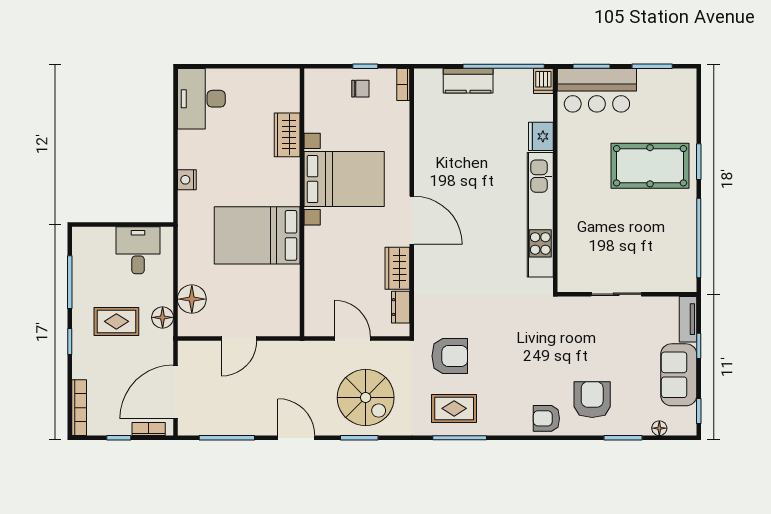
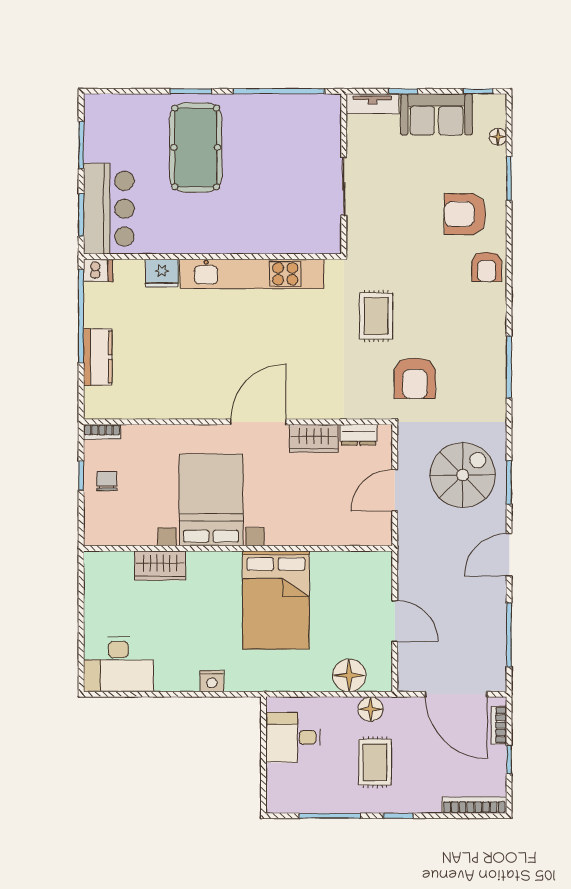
armchair: (450, 356) -> (415, 378), turned 180
rug: (454, 408) -> (376, 316), moved

